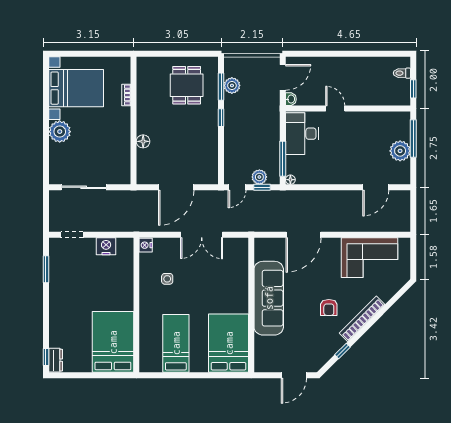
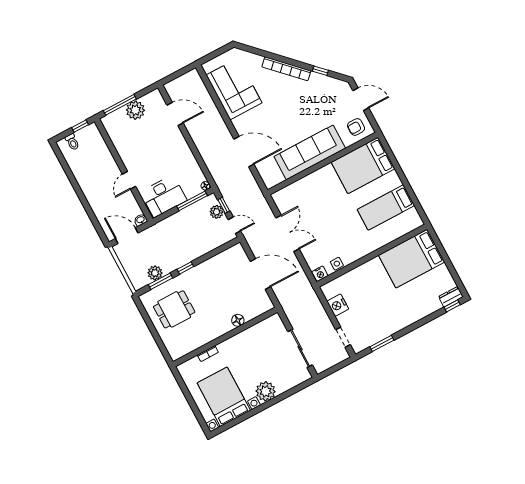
side table: (167, 279) -> (337, 264), moved
armchair: (329, 307) -> (356, 127), moved, turned 180

